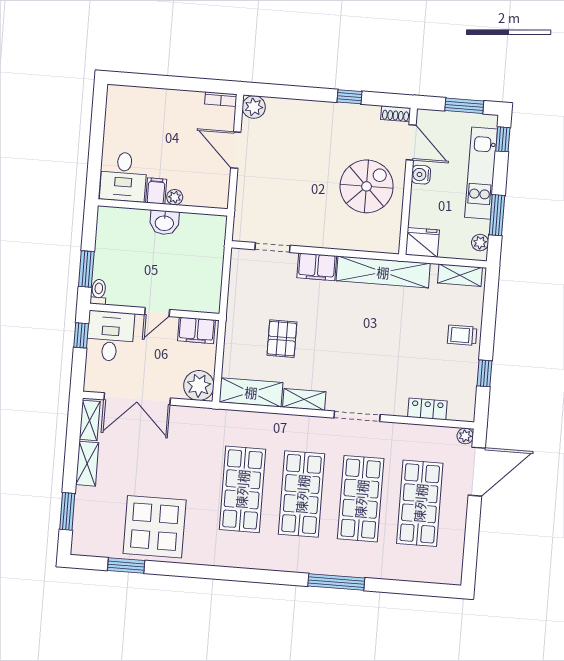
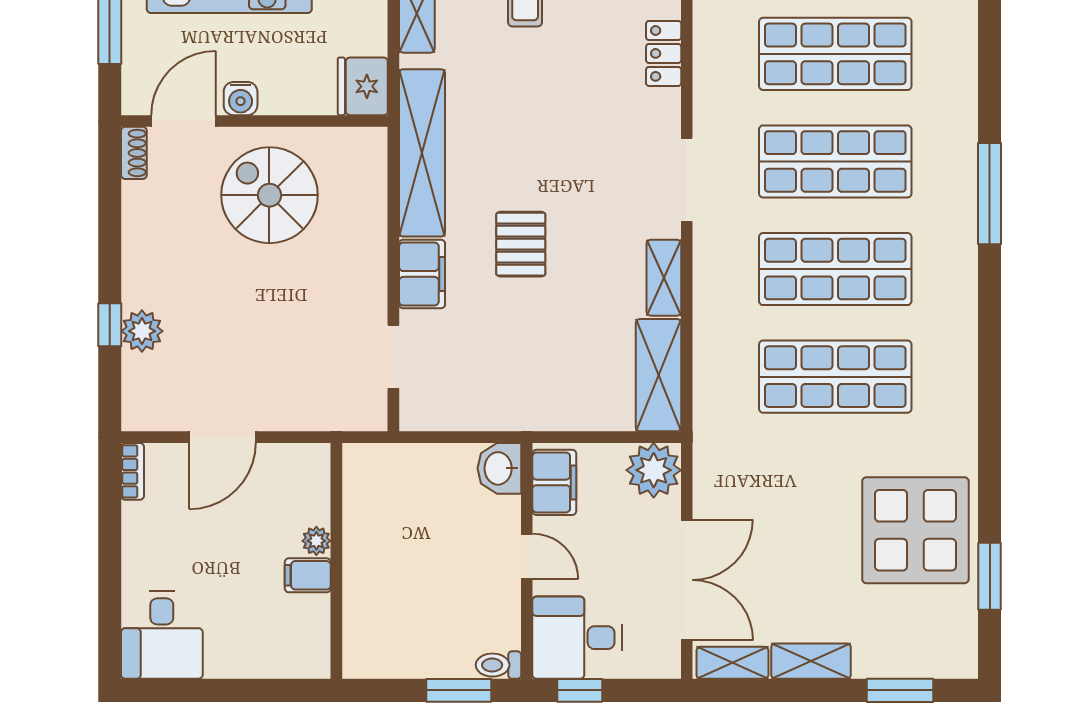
window: (349, 97) -> (110, 325), moved
plant: (254, 107) -> (142, 331), moved
desk: (124, 177) -> (162, 635), moved, turned 90
washbasin: (164, 223) -> (499, 468), moved, turned 180
pallet: (282, 339) -> (521, 244), moved, turned 90

